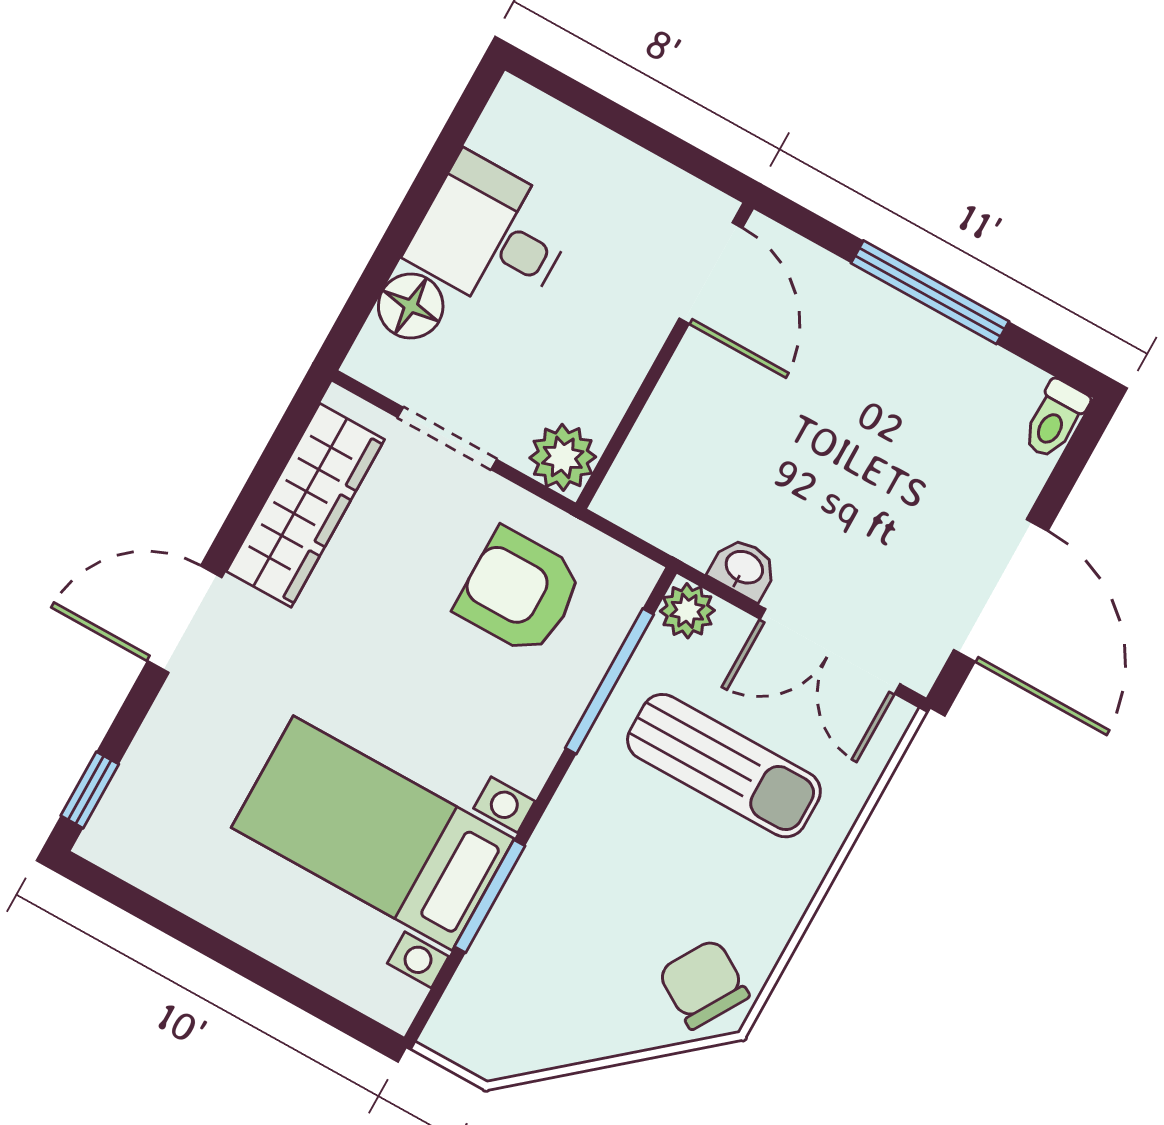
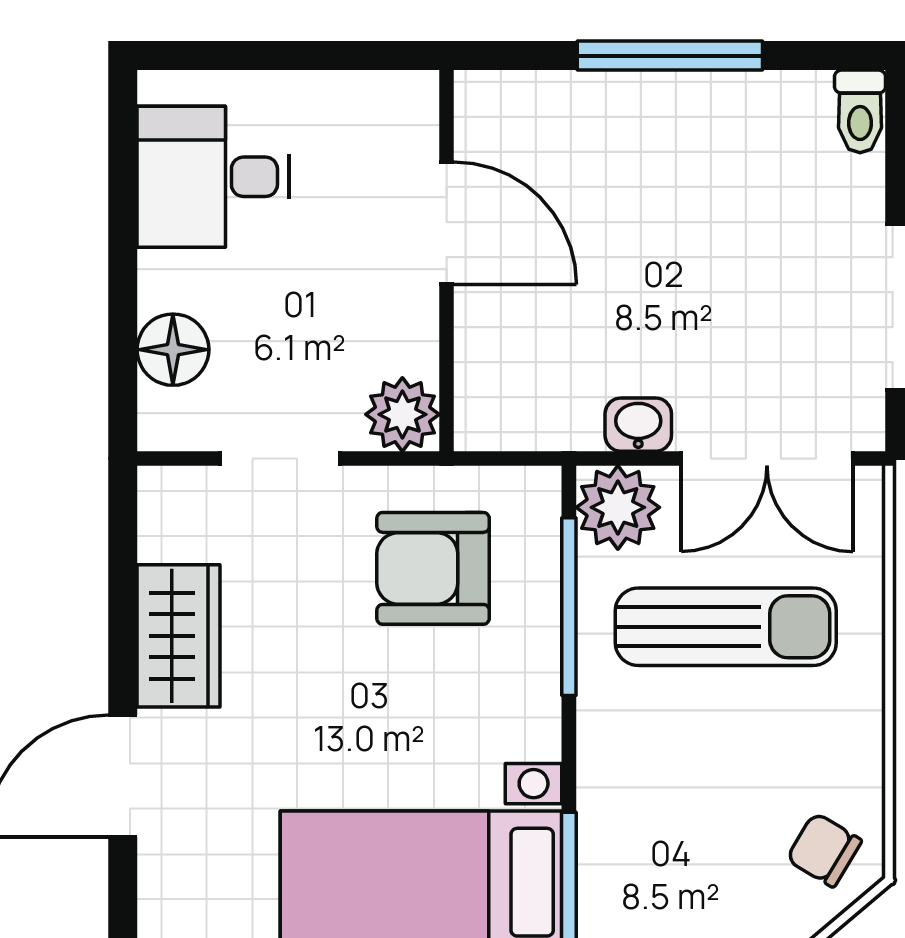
desk: (492, 235) -> (213, 177), moved
door: (711, 273) -> (447, 223), moved
wardrobe: (305, 505) -> (178, 636), width x0.67
plant: (687, 611) -> (618, 507), width x1.38, depth x1.38
chair: (704, 984) -> (824, 850), width x0.73, depth x0.73

